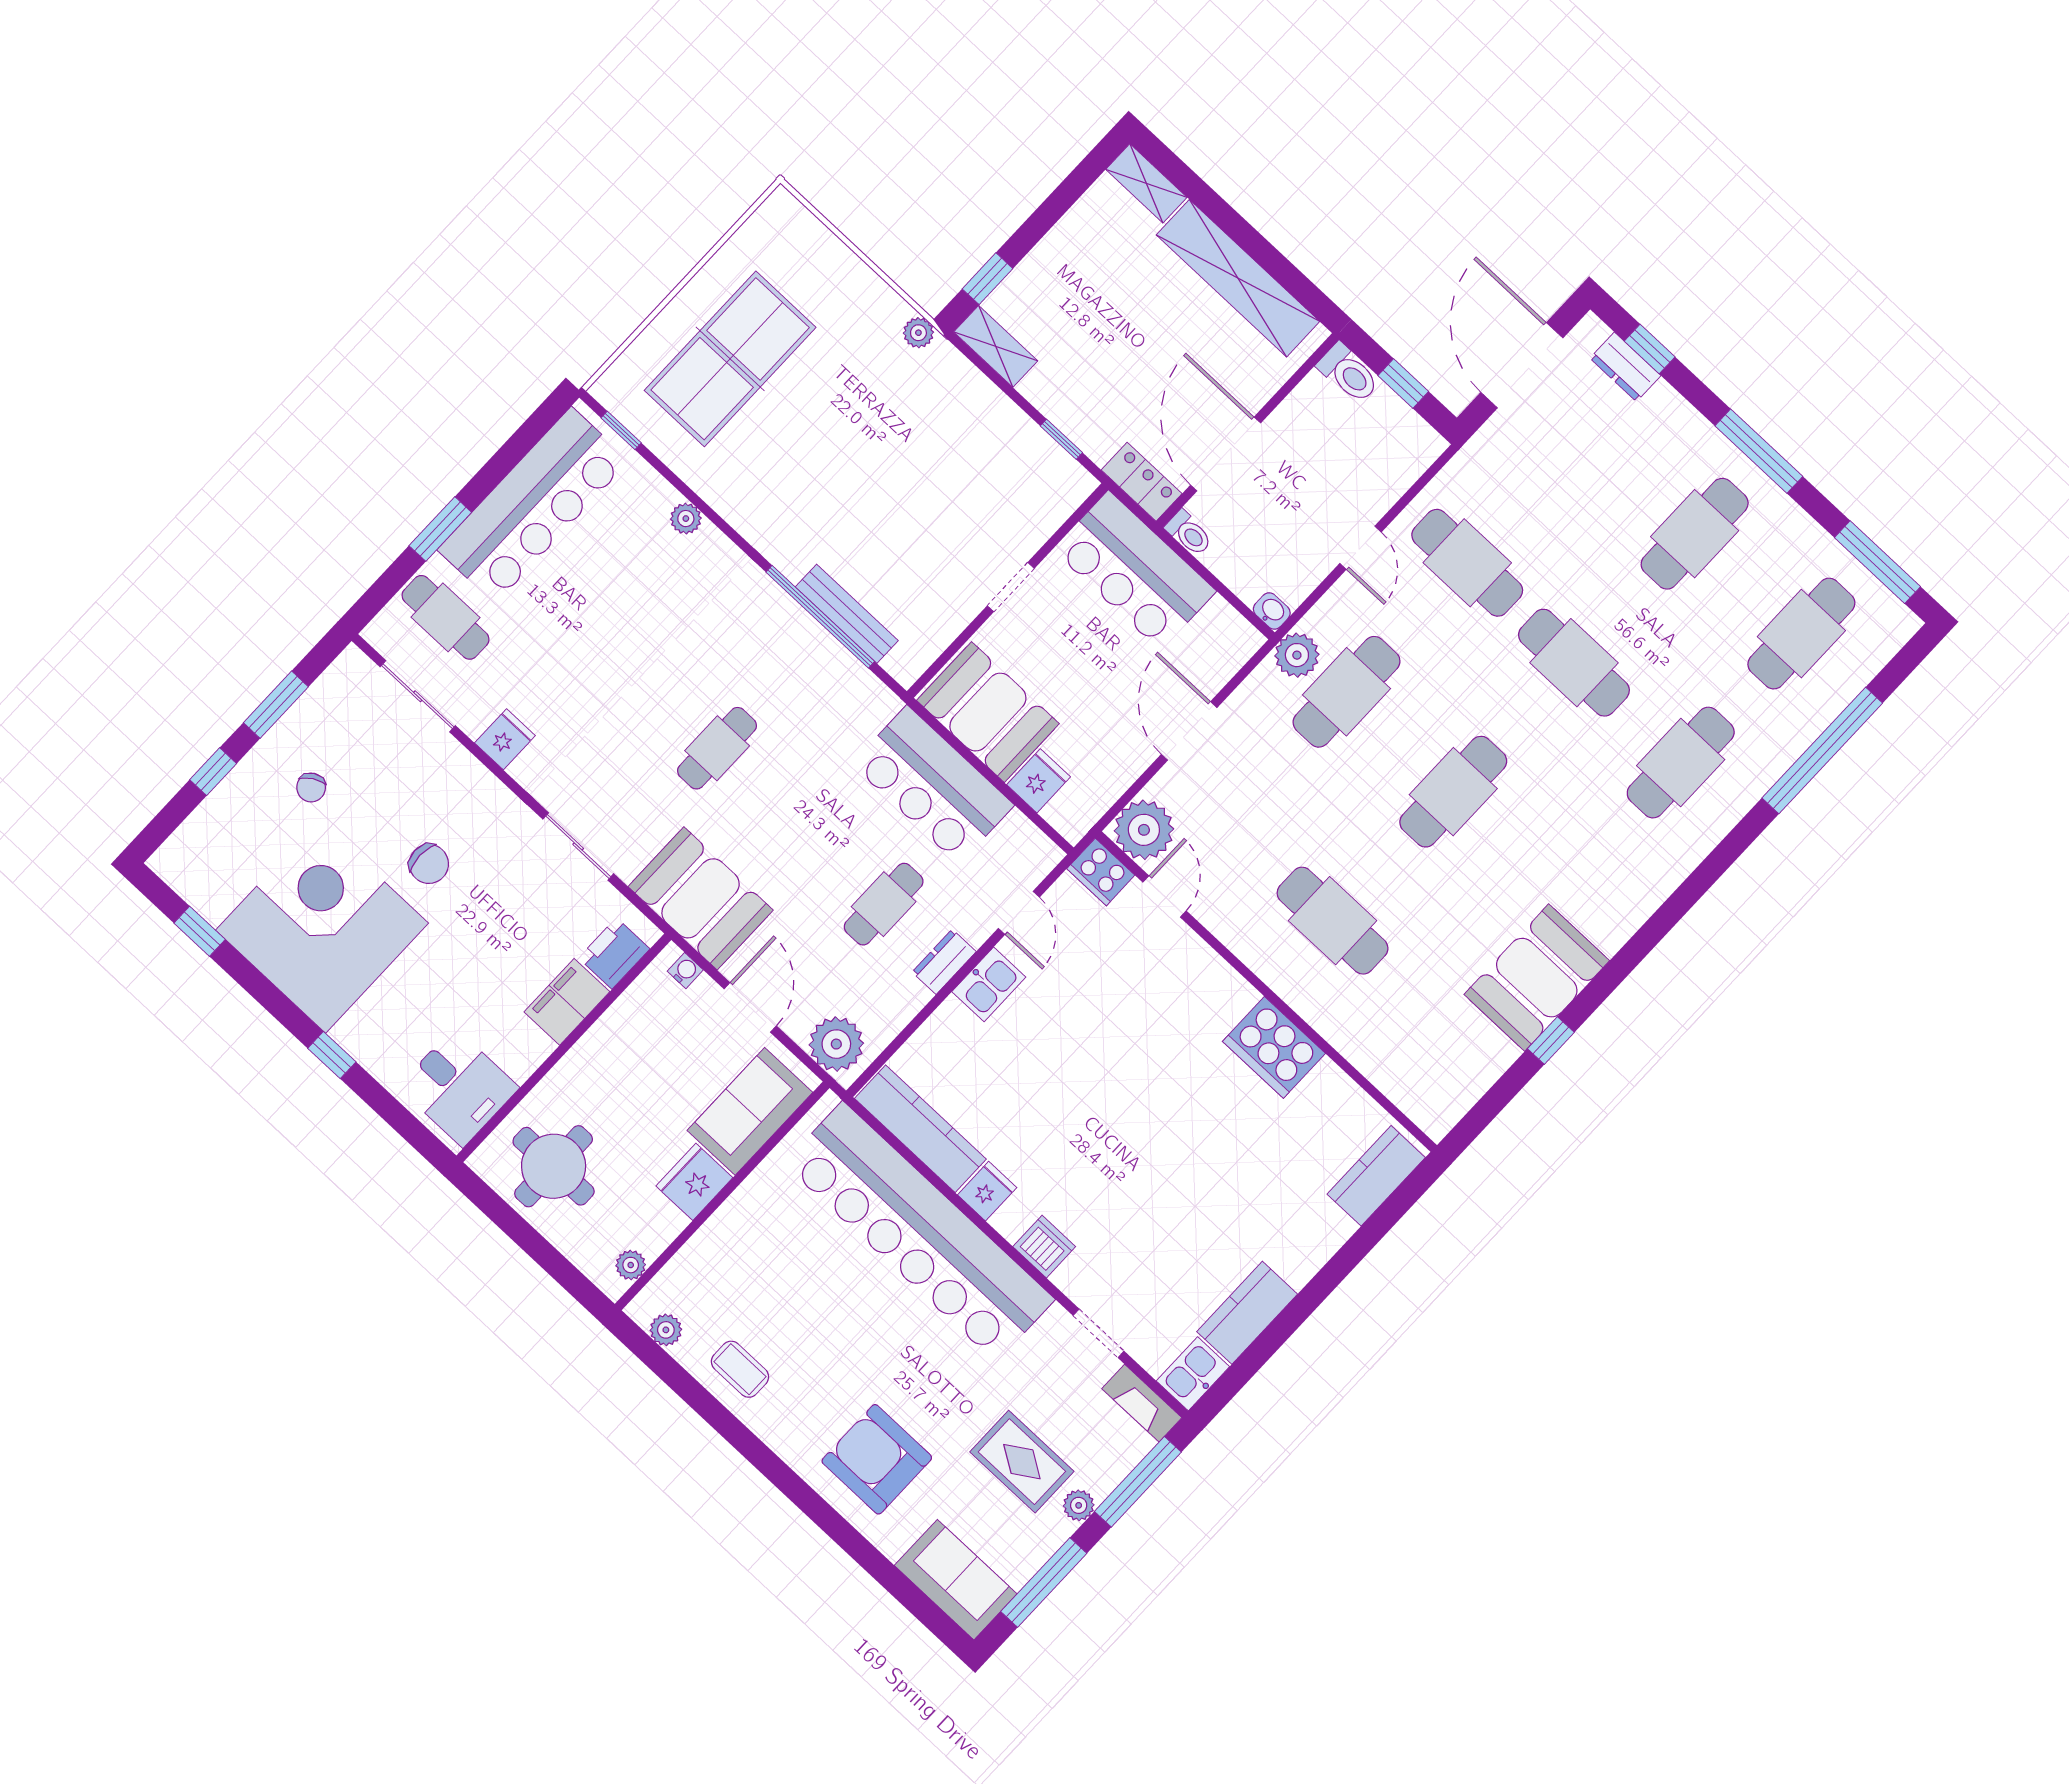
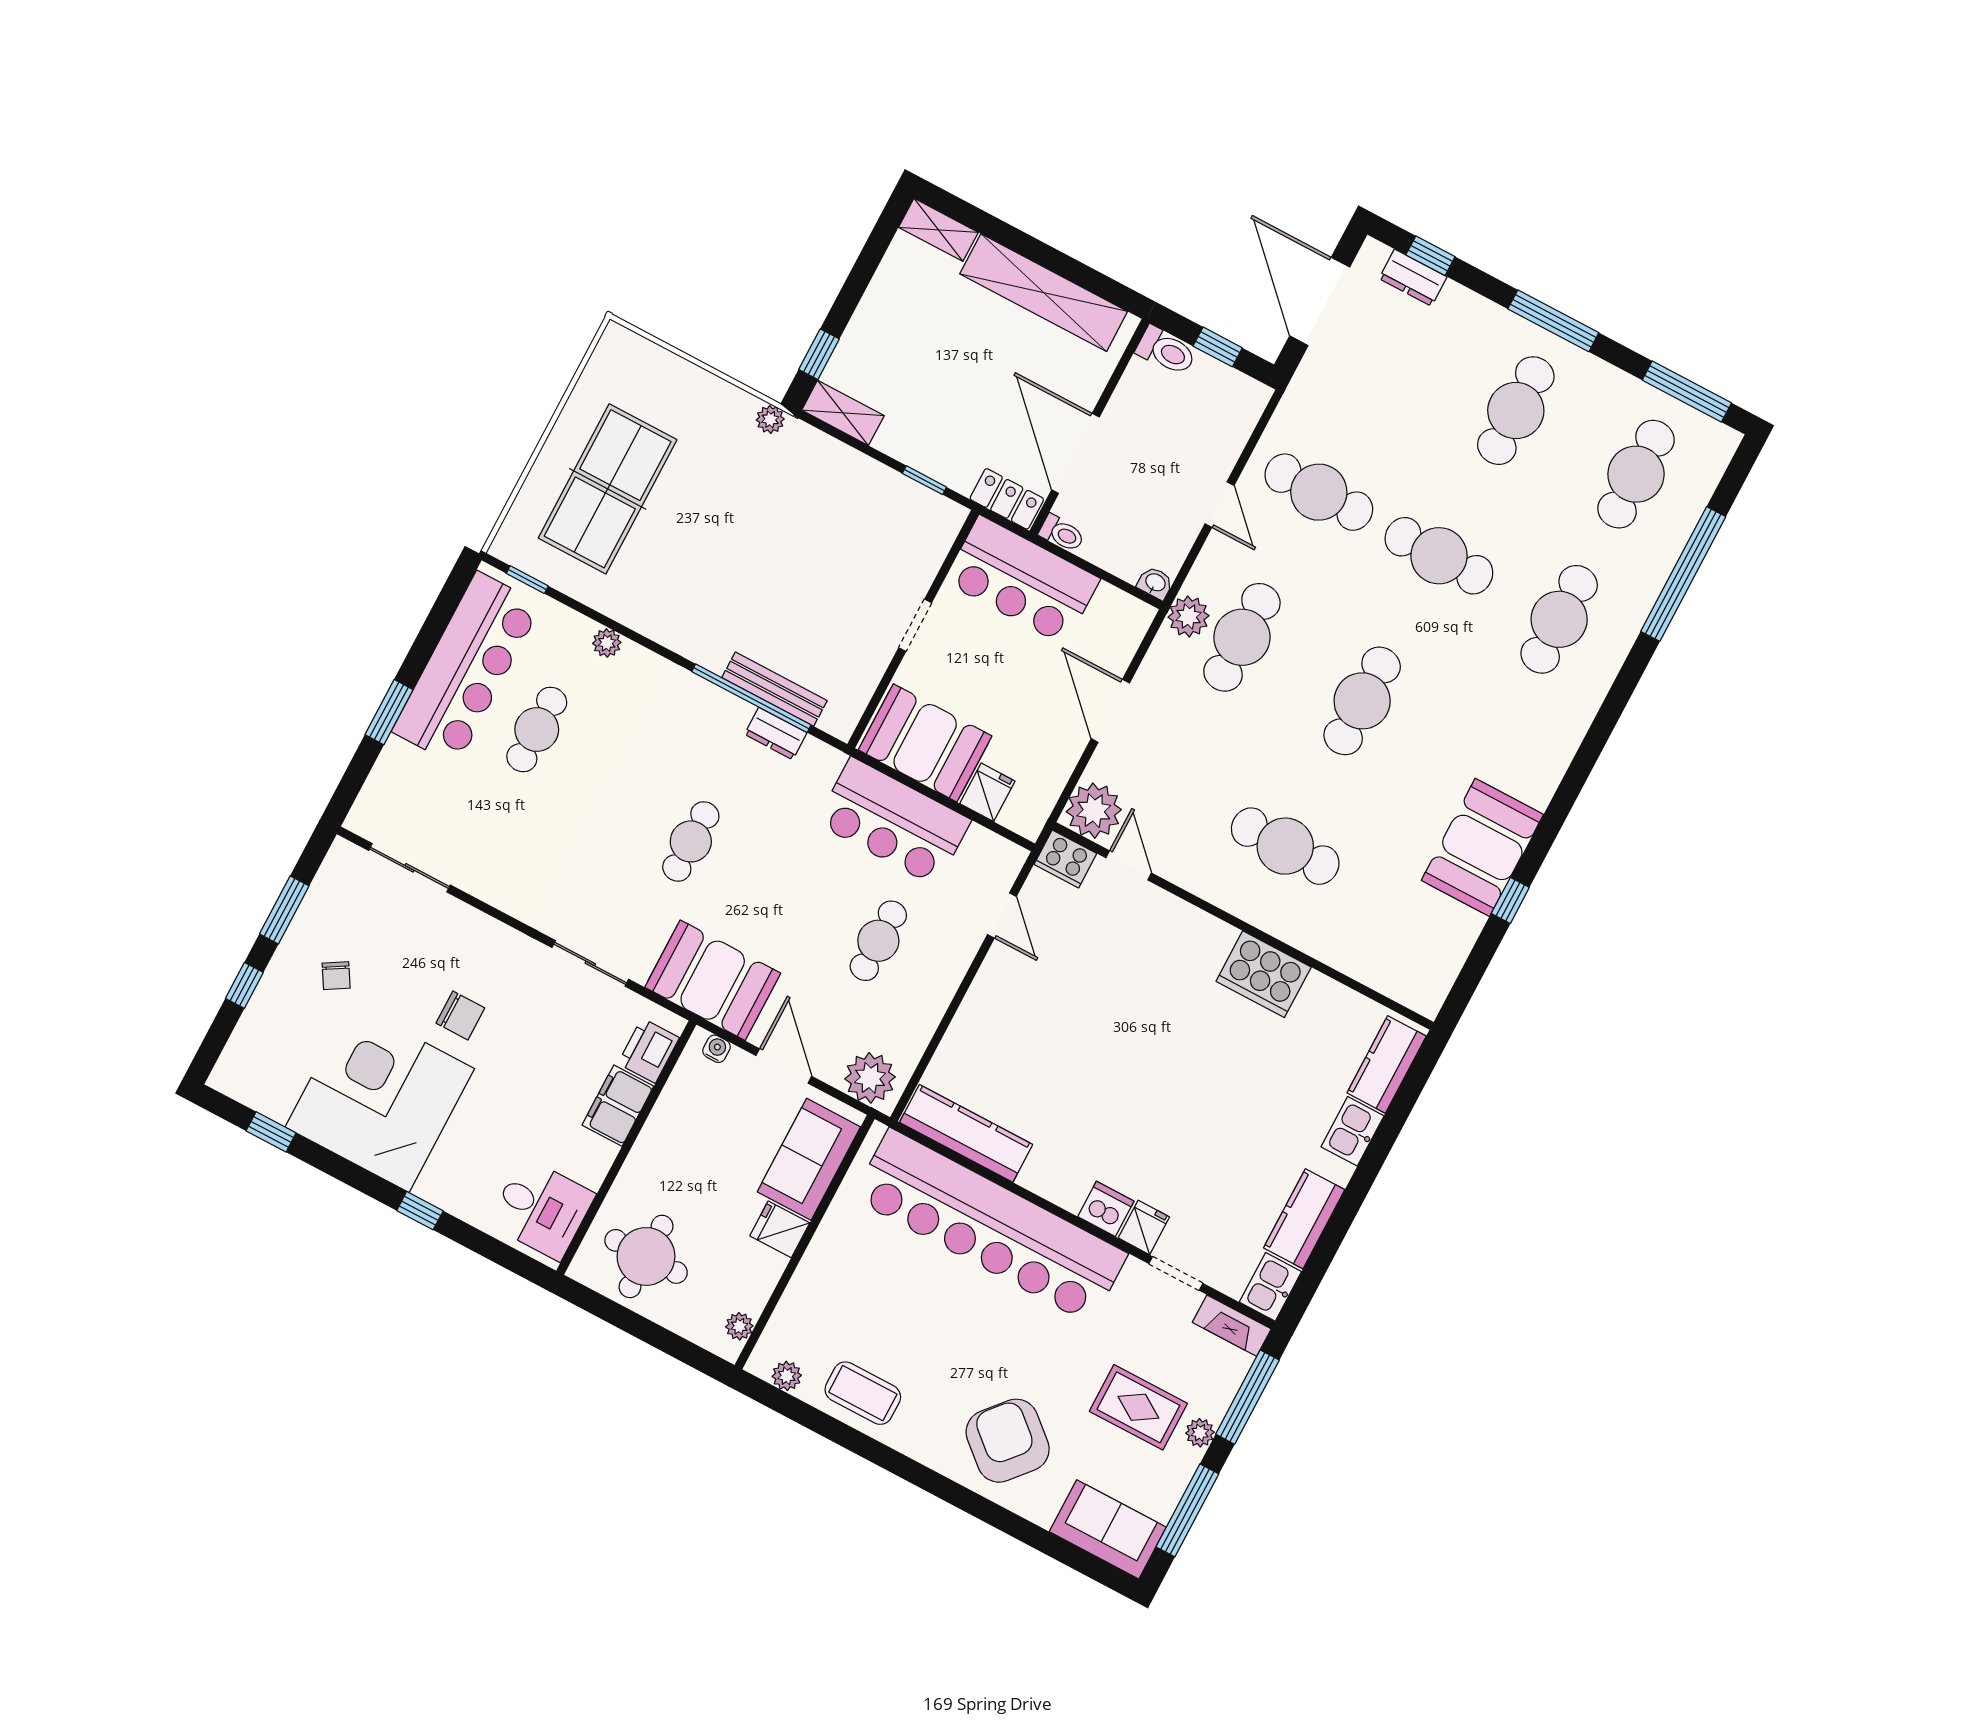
cafe table: (446, 617) -> (537, 729), moved, turned 90
fridge: (505, 739) -> (498, 885), removed
dresser: (944, 962) -> (776, 733), moved, turned -90
kitchen sink: (989, 984) -> (1353, 1131), moved, turned 180
fridge: (694, 1182) -> (780, 1229), width x0.72
fridge: (987, 1191) -> (1144, 1227), moved
coffee table: (740, 1369) -> (863, 1393), width x1.36, depth x1.30
armchair: (877, 1459) -> (1008, 1441), turned 41

